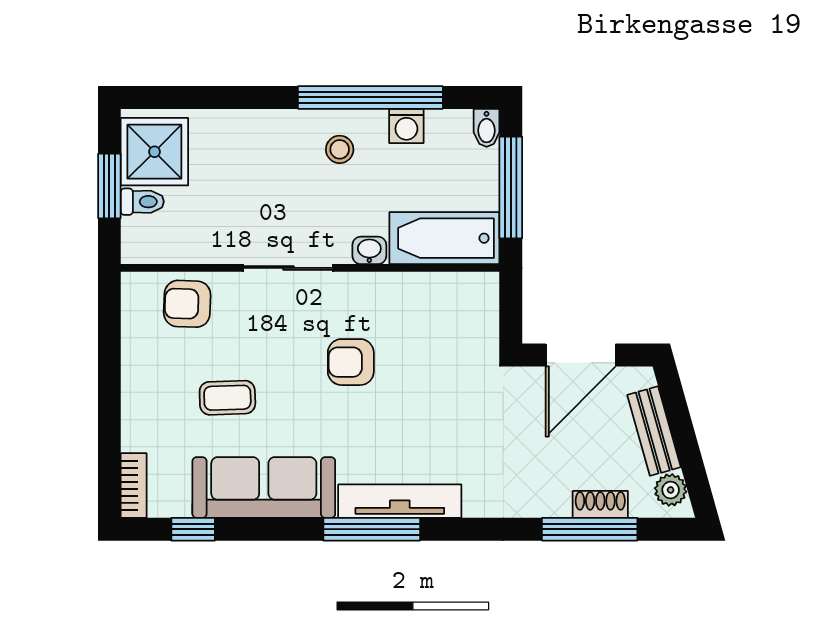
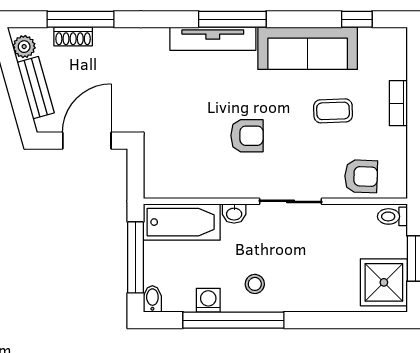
toilet: (142, 202) -> (392, 216), moved
bookcase: (134, 486) -> (398, 103), moved

